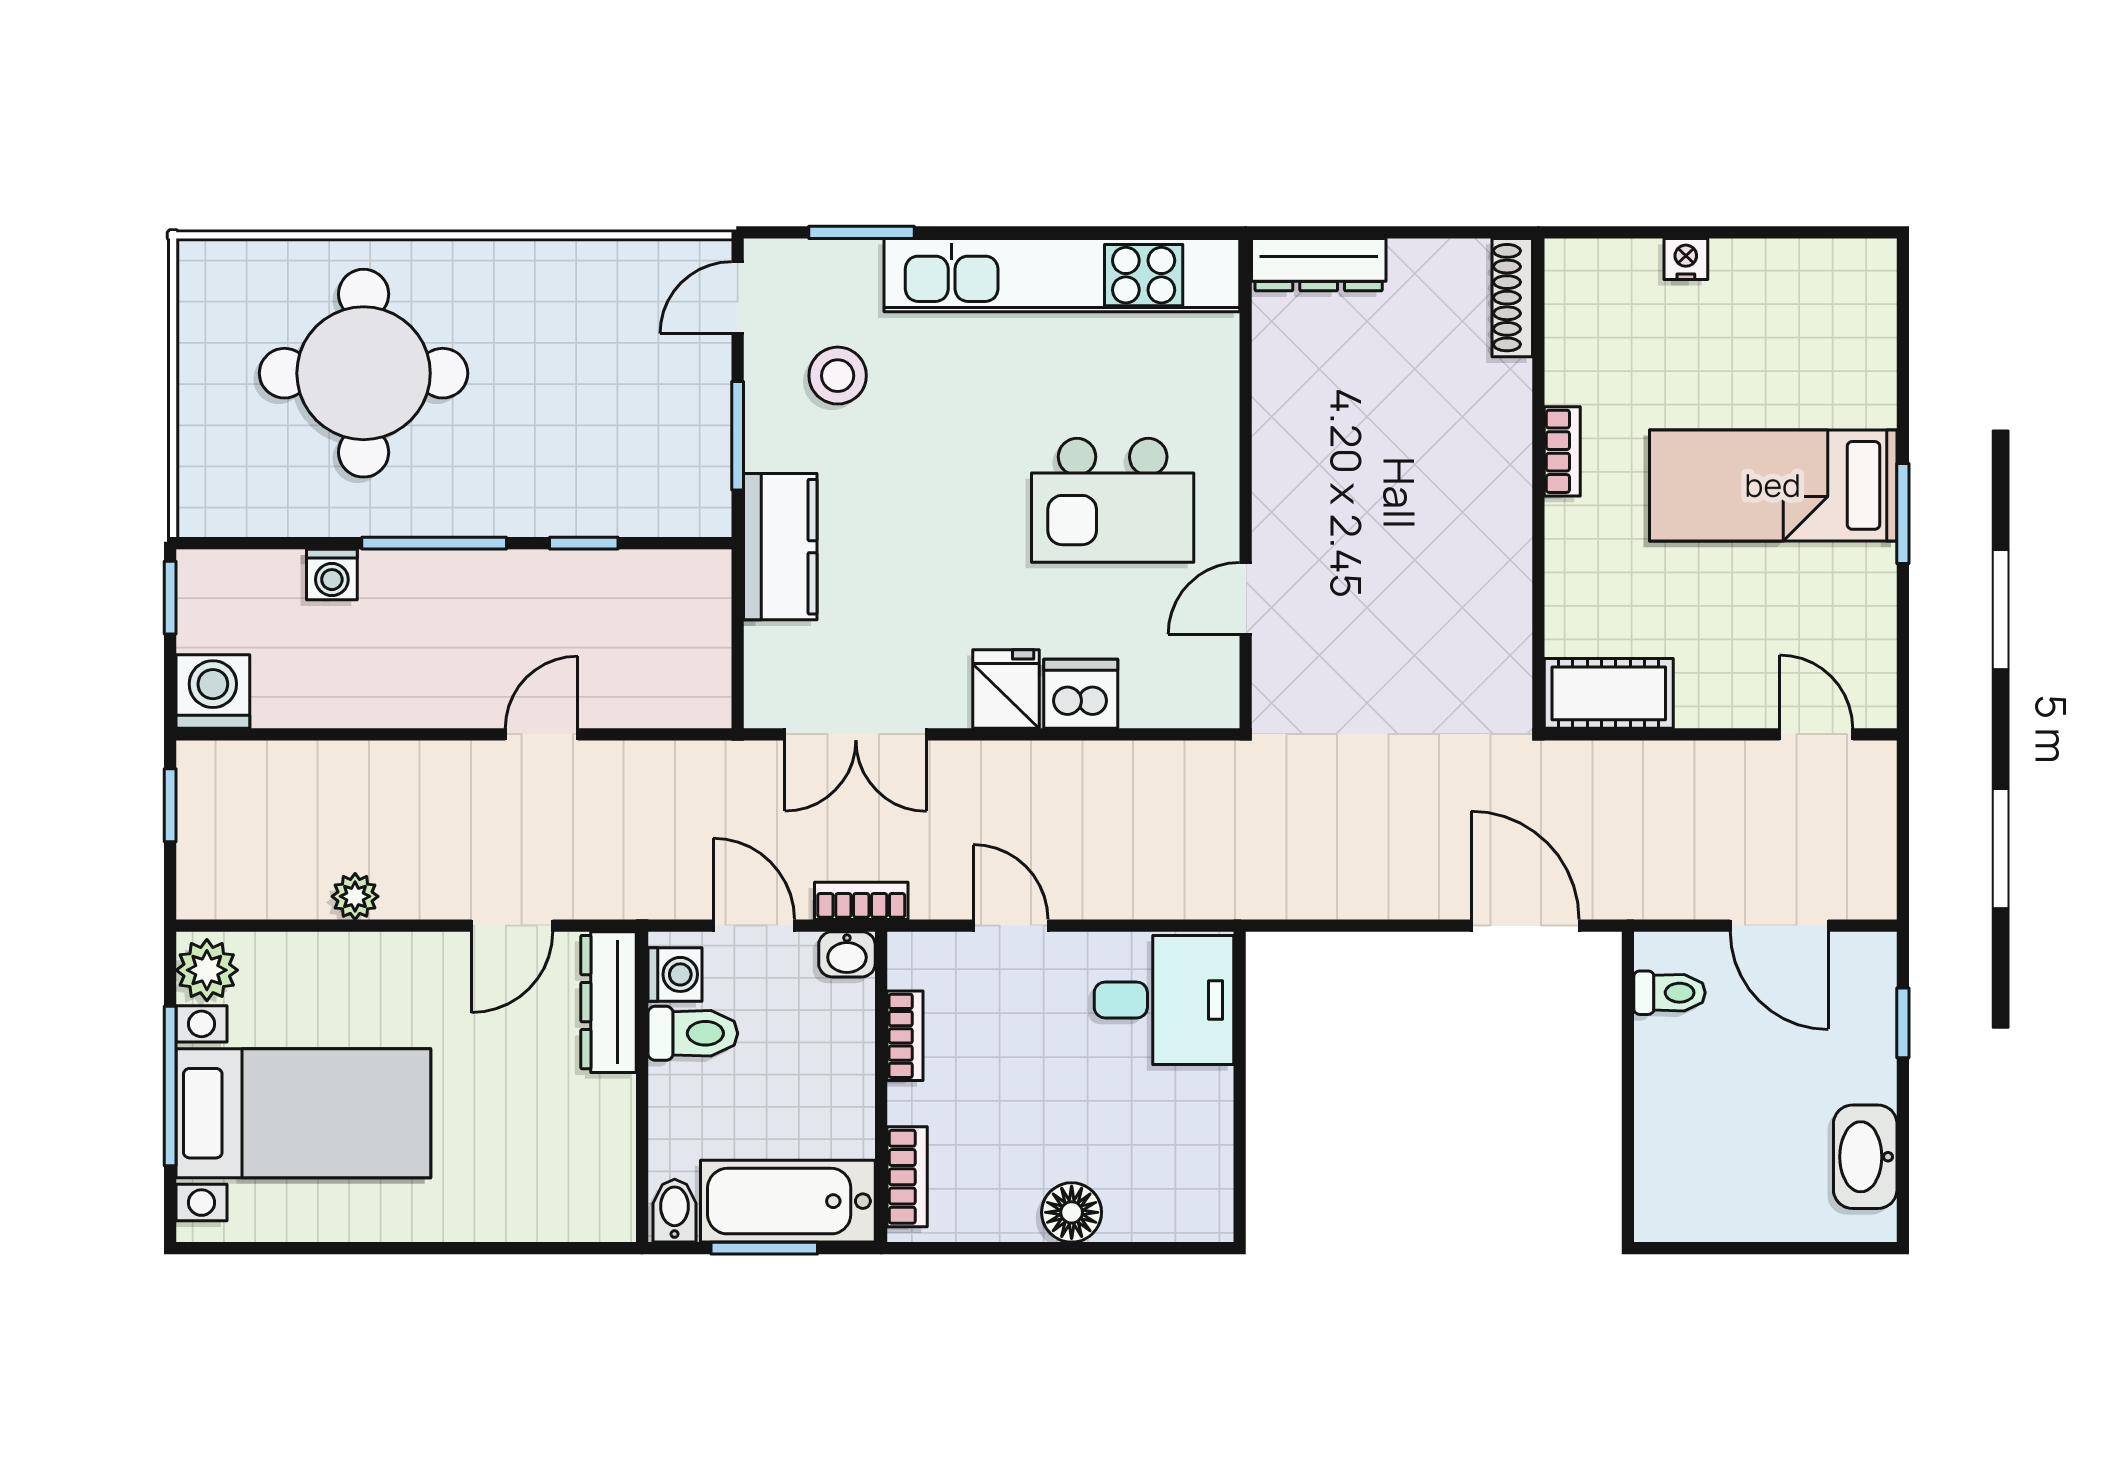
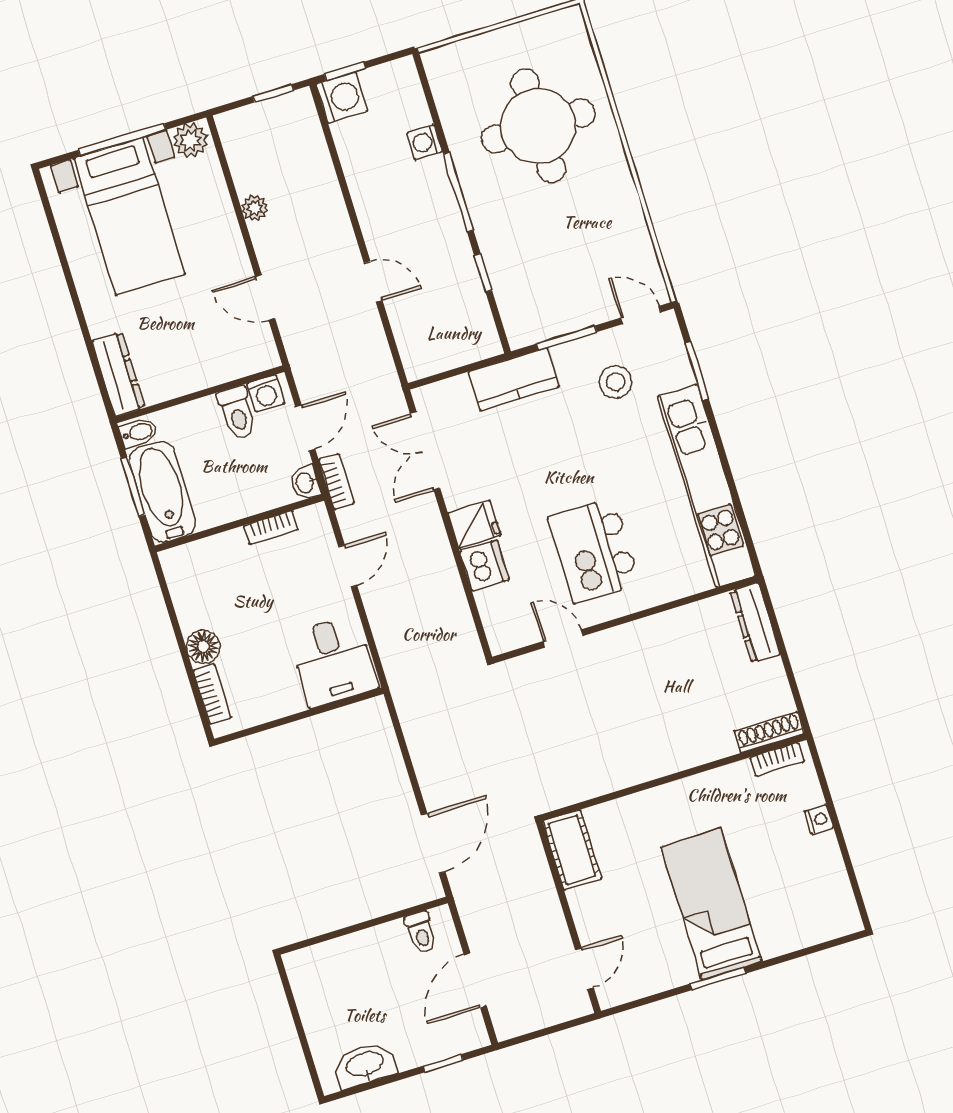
bookcase: (1562, 451) -> (777, 759), moved
window: (170, 598) -> (345, 71), moved
dresser: (608, 1002) -> (118, 374), moved, turned 90
bookcase: (907, 1177) -> (212, 694), moved, turned -90

